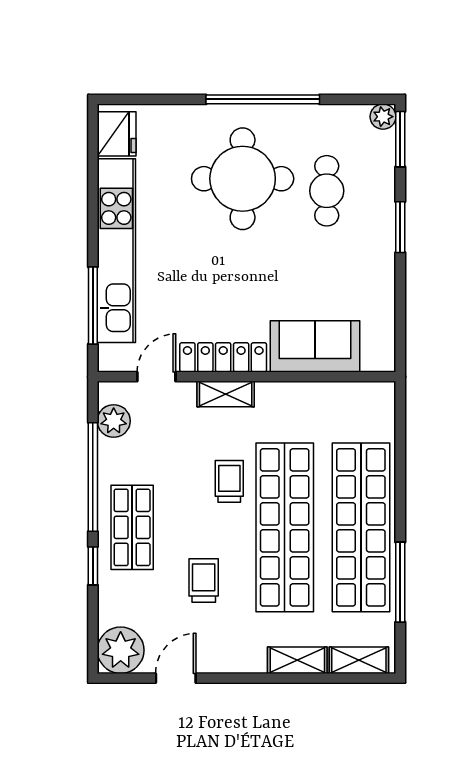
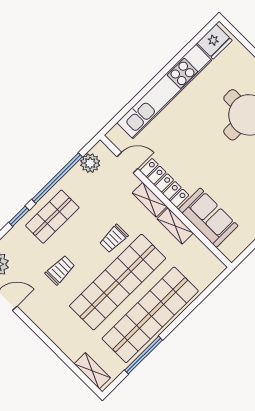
window: (93, 306) -> (131, 105), removed
trolley: (229, 481) -> (114, 239), turned 180
shelving: (297, 660) -> (175, 226), moved

